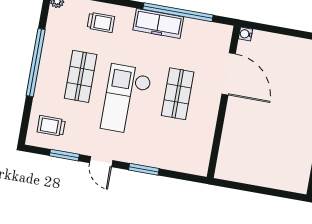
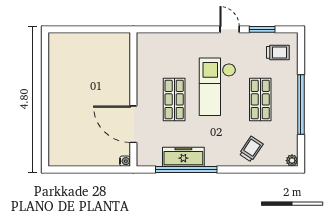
trolley: (101, 22) -> (251, 149), turned 124
freezer: (158, 24) -> (183, 157), moved
checkout: (126, 99) -> (217, 87), turned 180
window: (144, 169) -> (192, 29), removed

